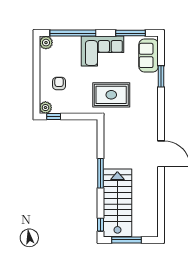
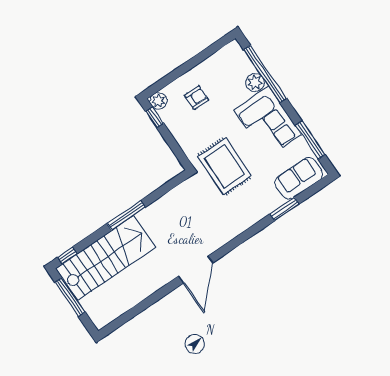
plant: (46, 43) -> (255, 83), moved

